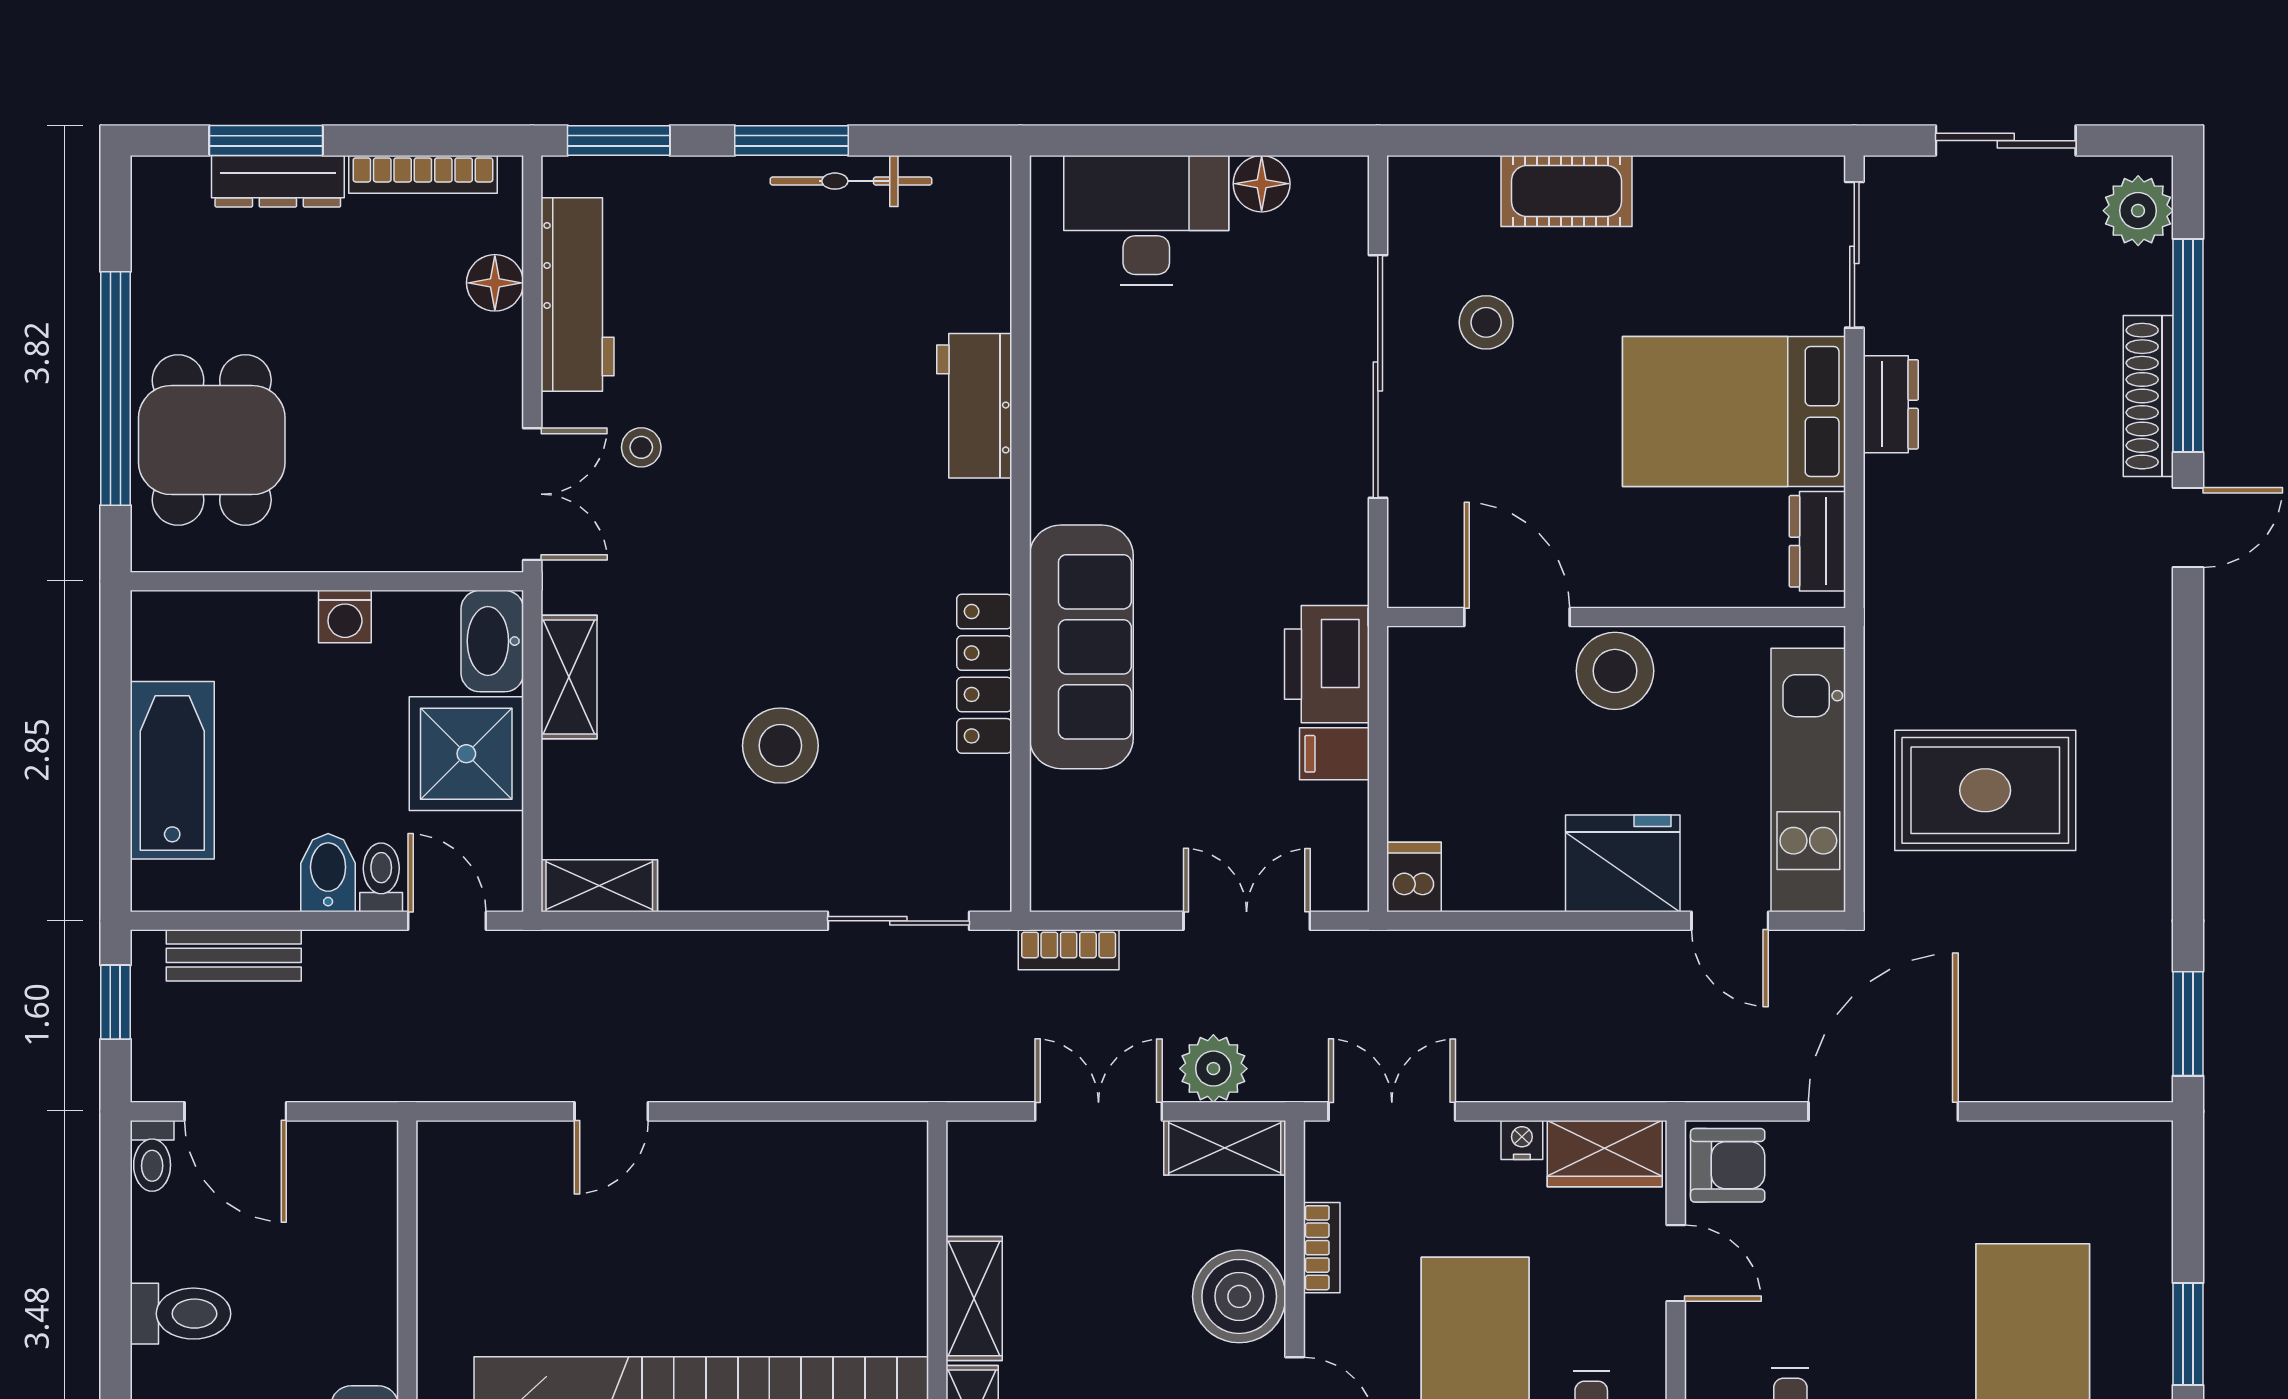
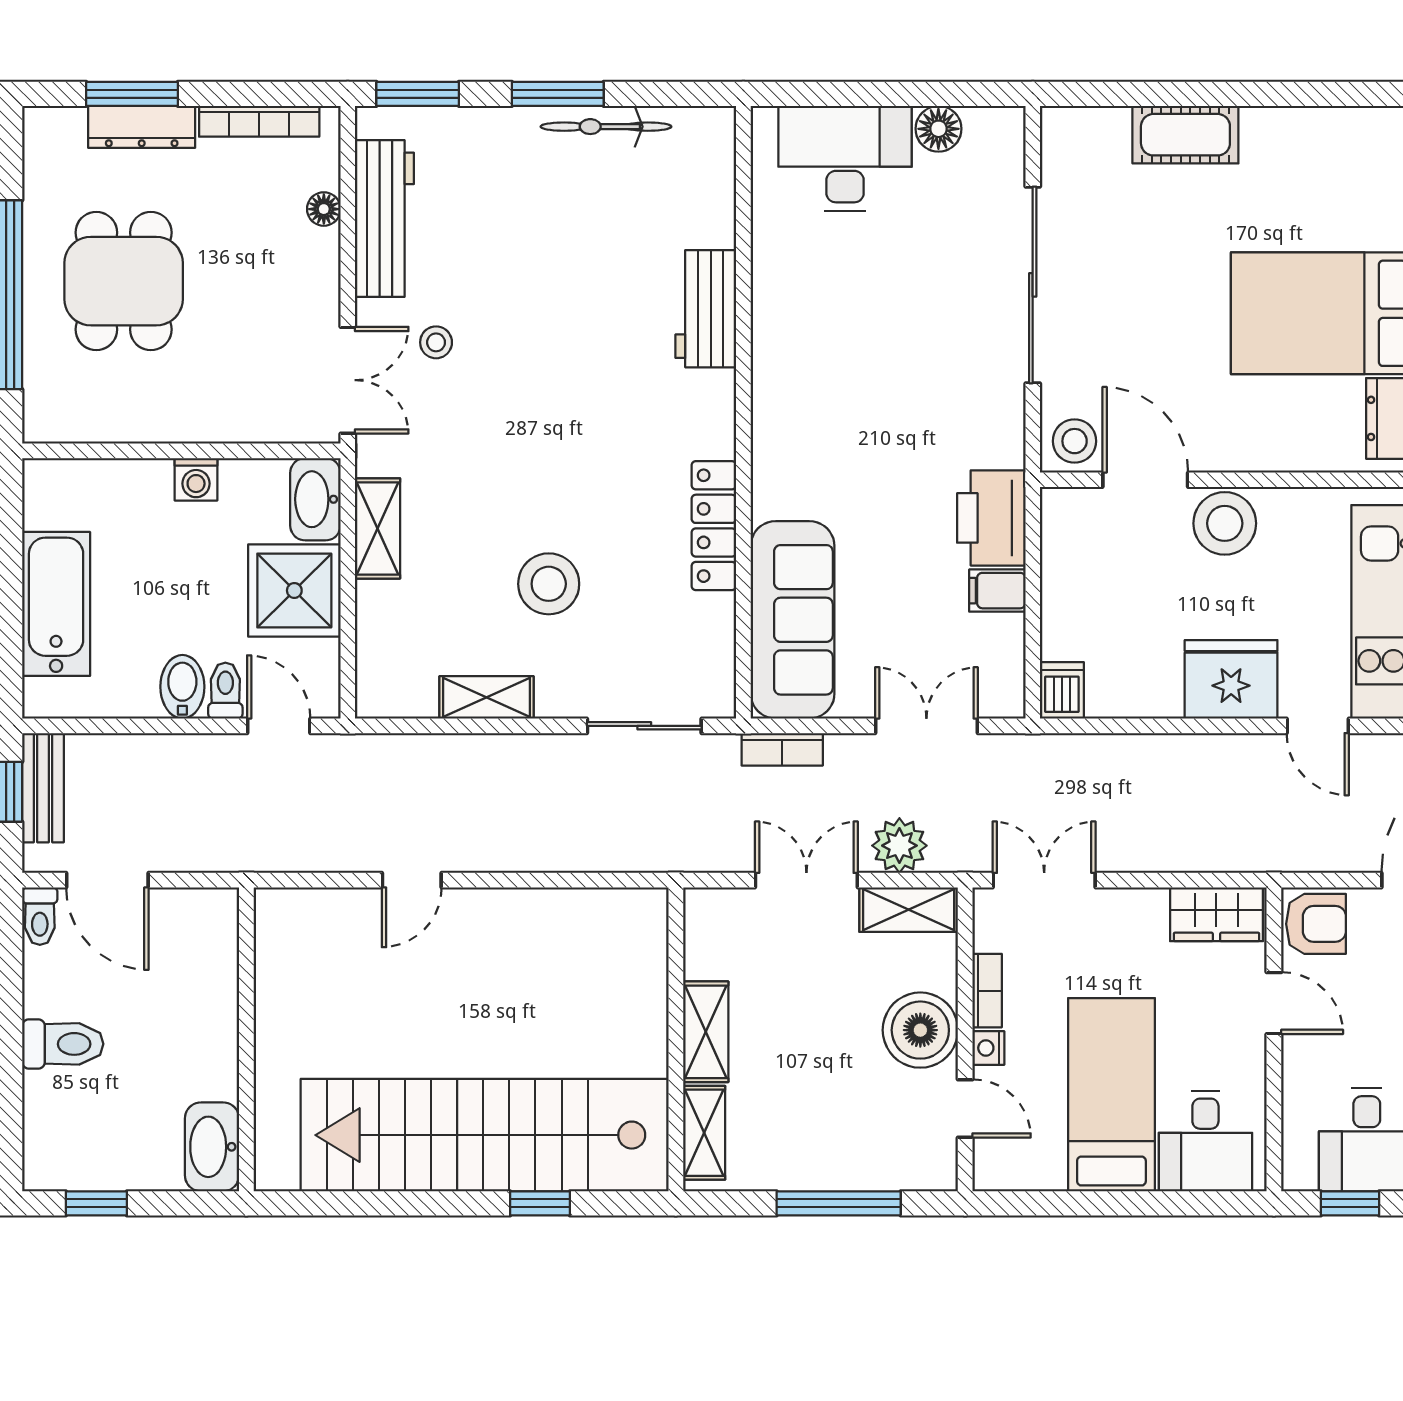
floor lamp: (495, 283) -> (324, 209), width x0.73, depth x0.73
stool: (1486, 322) -> (1075, 441), moved
dining table: (212, 440) -> (124, 281), moved
sofa: (1081, 647) -> (793, 620), moved
shelving: (599, 886) -> (486, 697), moved
bench: (234, 955) -> (43, 788), moved, turned 90
nightstand: (1522, 1140) -> (988, 1048), moved, turned -90

